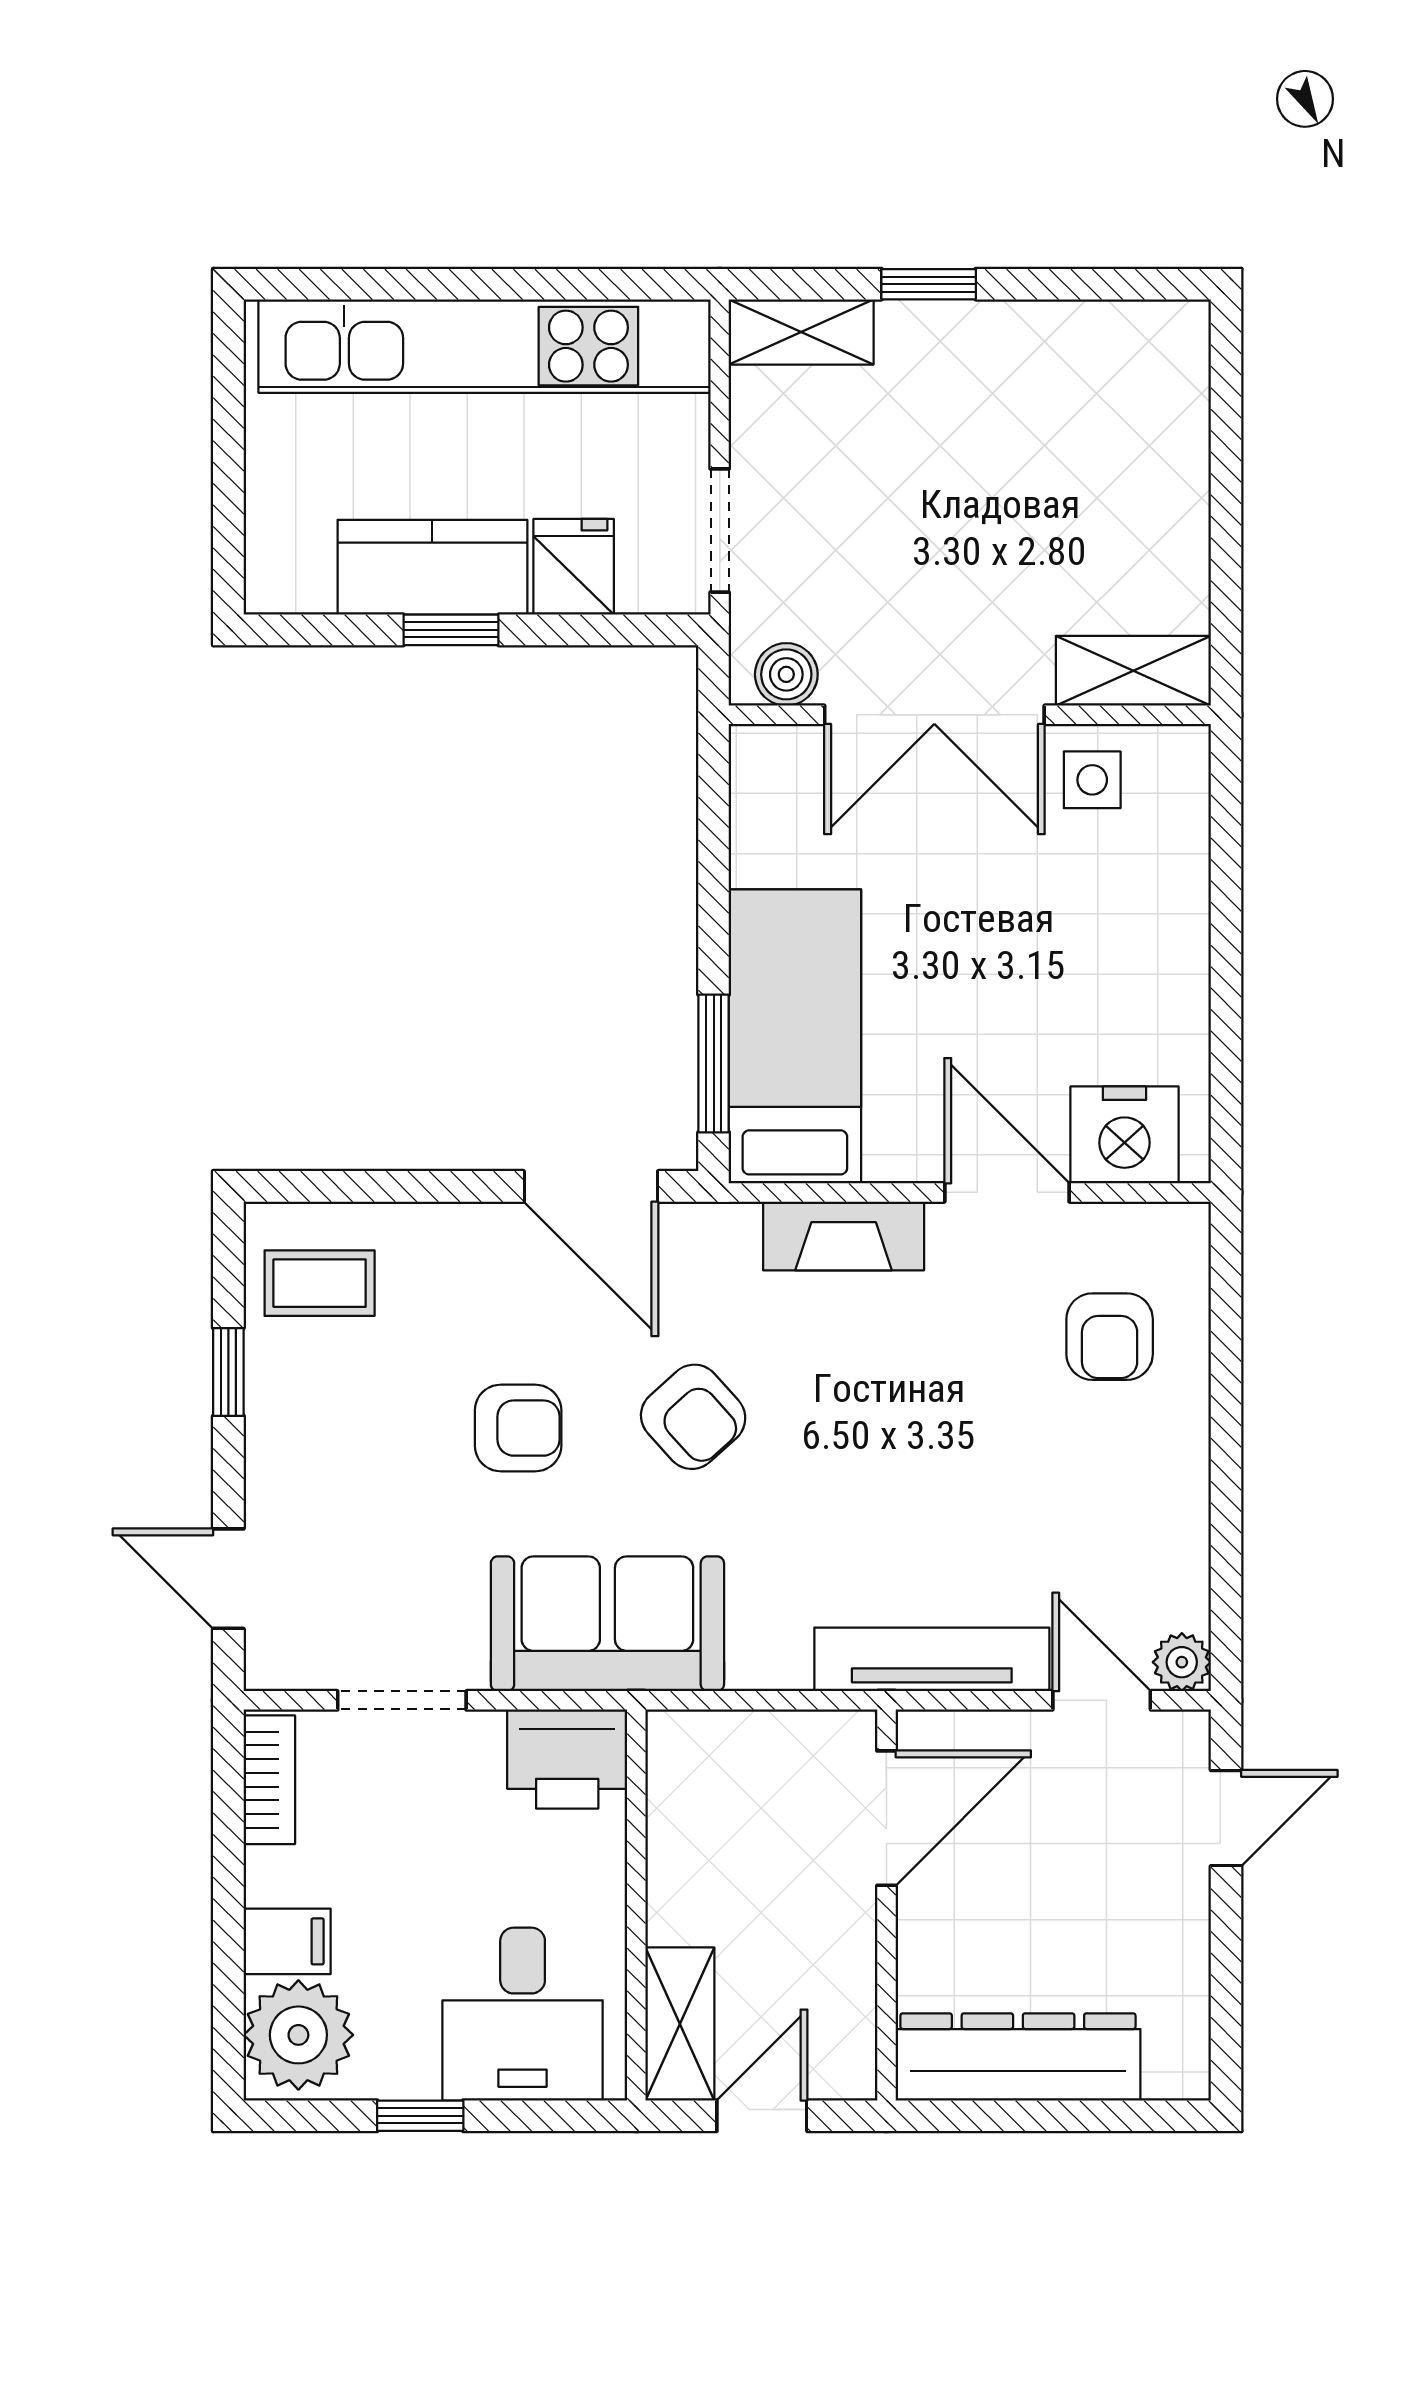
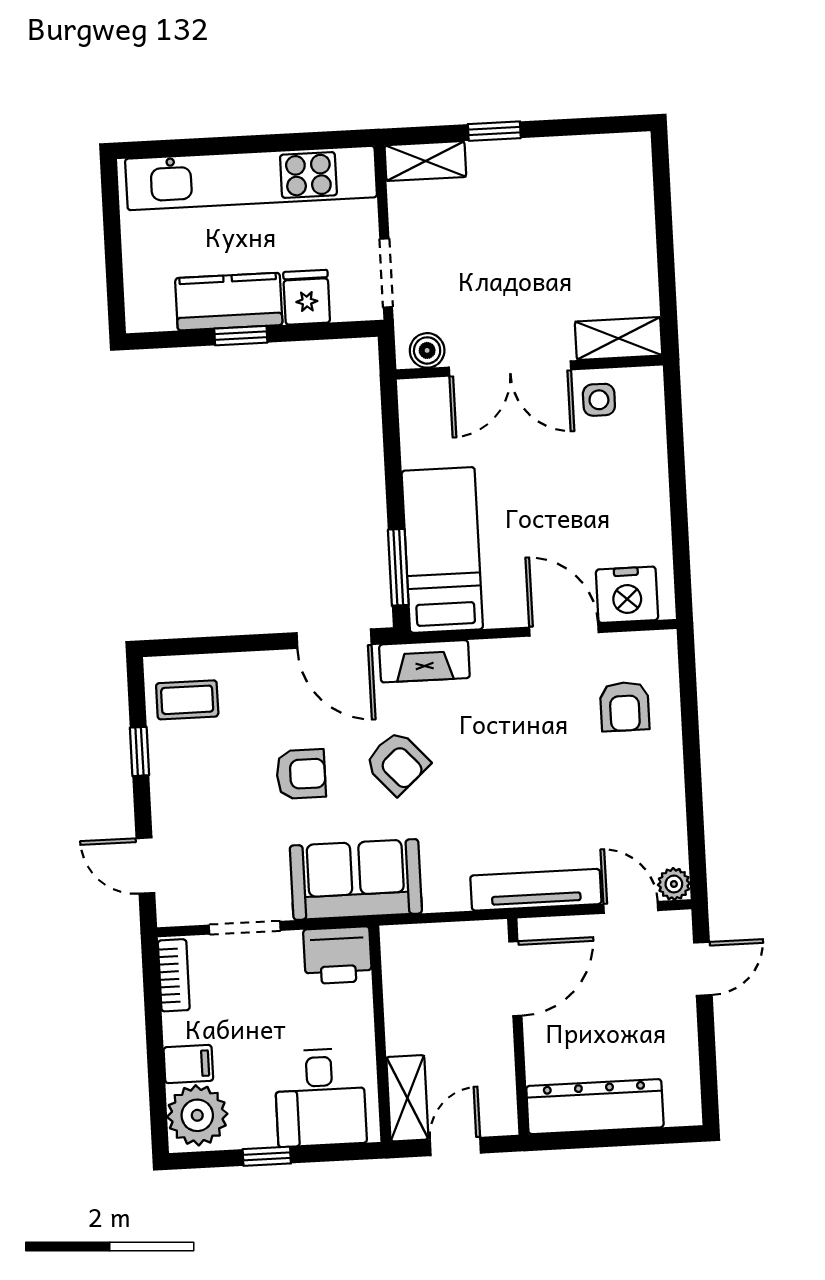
fireplace: (844, 1236) -> (424, 661), moved

